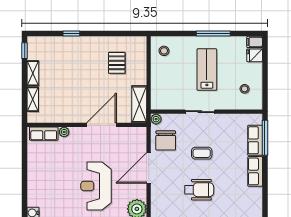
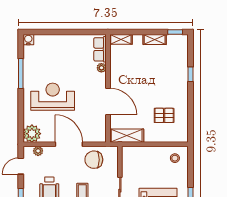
shelving: (33, 99) -> (121, 39), moved
plant: (156, 119) -> (38, 151), moved

